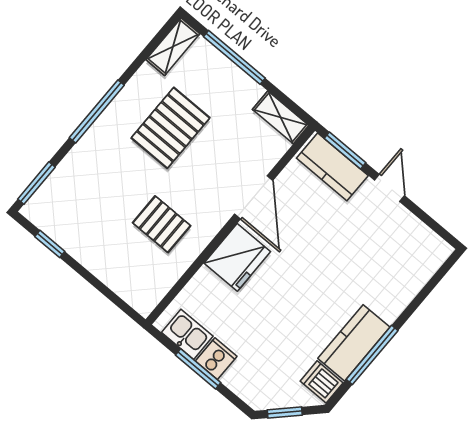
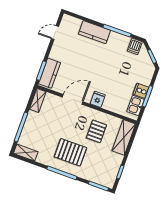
pallet: (171, 128) -> (70, 152), moved
door: (389, 188) -> (55, 33), moved
fridge: (237, 257) -> (98, 99), width x0.53, depth x0.75
shelving: (125, 281) -> (124, 137), added
kitchen counter: (354, 343) -> (94, 32), moved

